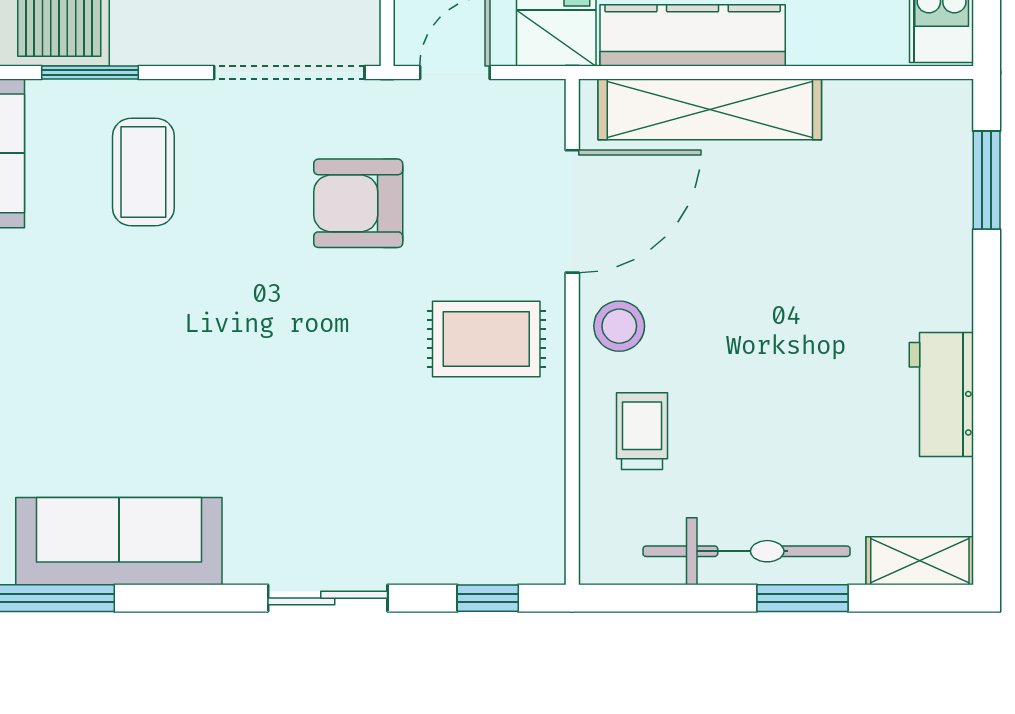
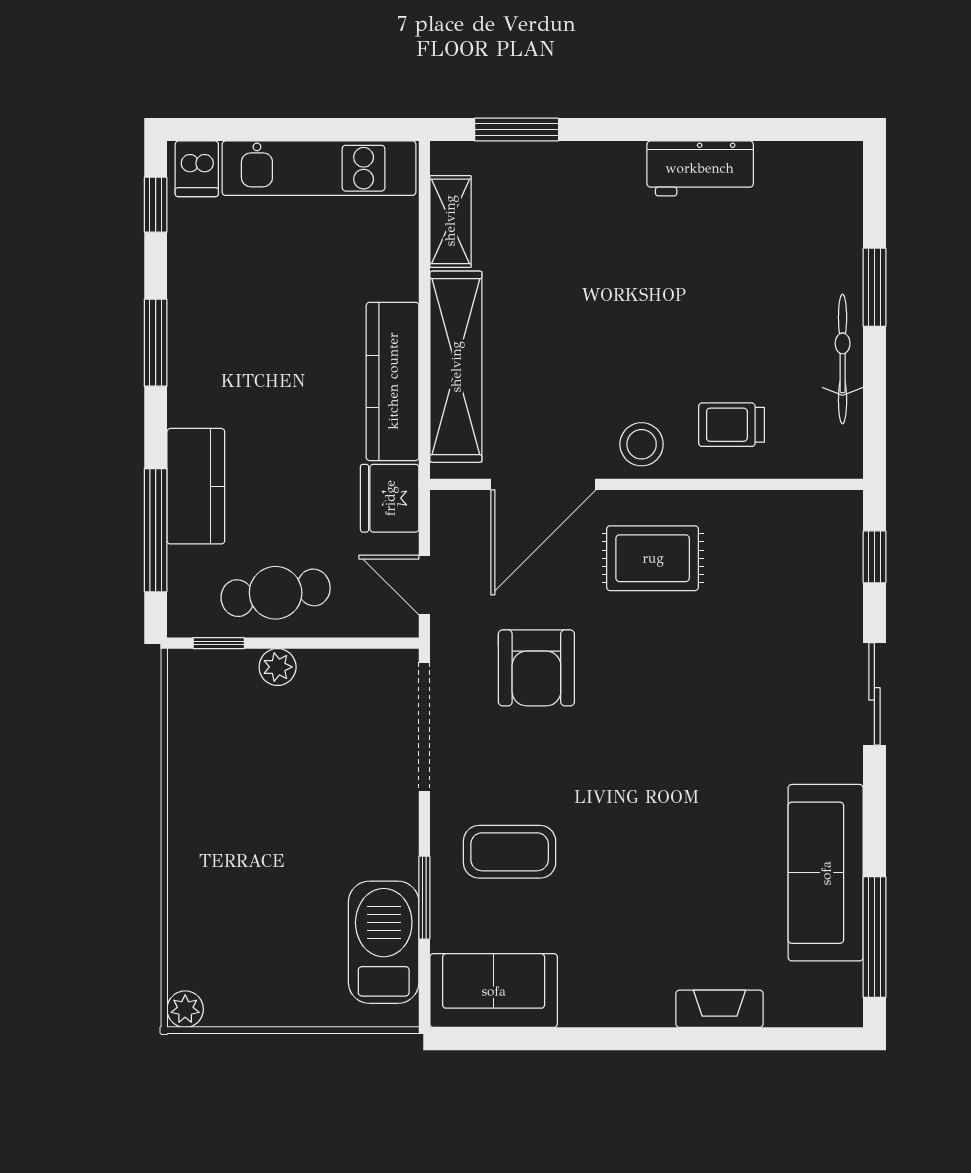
door: (572, 211) -> (543, 484), swing flipped
rug: (486, 339) -> (653, 558), turned 90
bicycle: (747, 551) -> (843, 359), width x0.73, depth x0.71
shelving: (920, 561) -> (450, 221), moved

